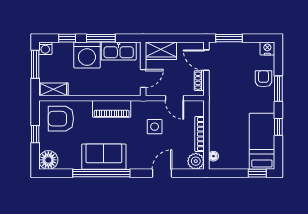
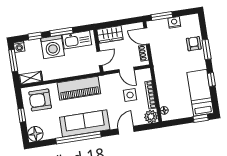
nightstand: (267, 48) -> (174, 22), moved
piano: (112, 109) -> (79, 88), width x1.37, depth x1.33
side table: (155, 127) -> (130, 95), moved
sofa: (104, 157) -> (85, 123), width x1.36

